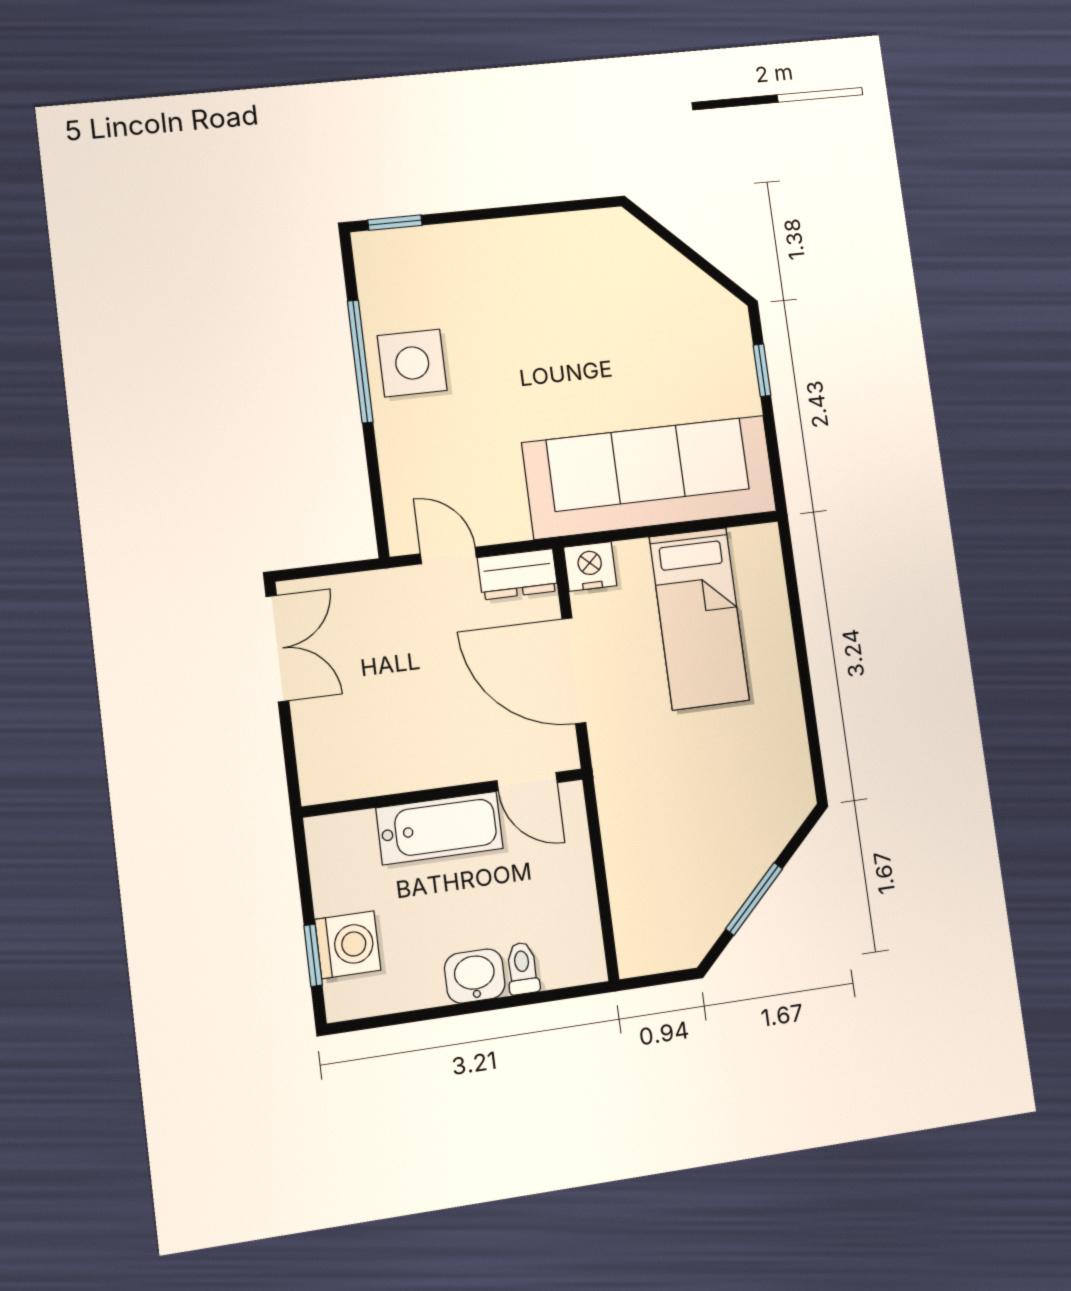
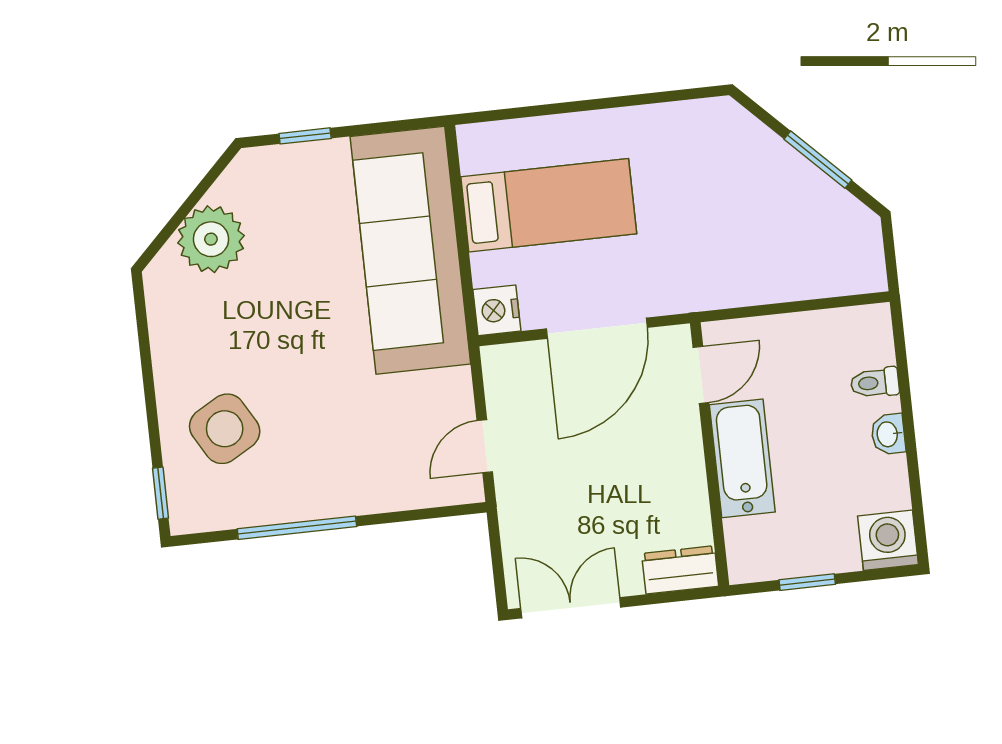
plant: (656, 276) -> (211, 239), added
side table: (412, 363) -> (225, 429), moved, turned -30
dresser: (518, 574) -> (680, 570), moved, turned -90
washing machine: (348, 945) -> (888, 540), moved
window: (313, 955) -> (807, 582), moved
washbasin: (475, 976) -> (888, 434), width x0.72, depth x0.69

